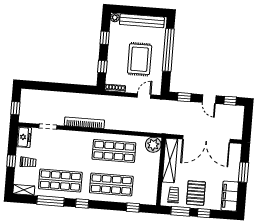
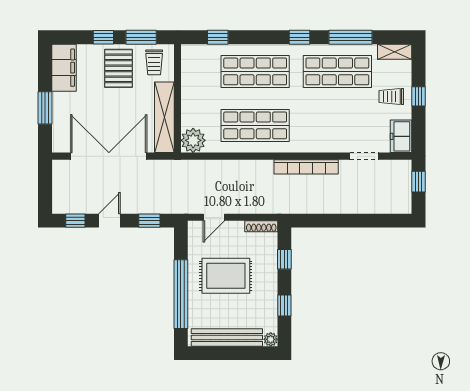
rug: (140, 59) -> (226, 276), turned 90
door: (209, 99) -> (109, 221), hinge flipped

